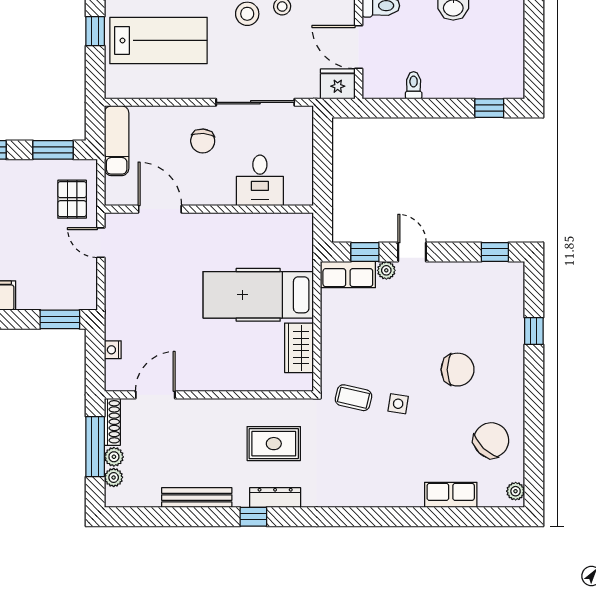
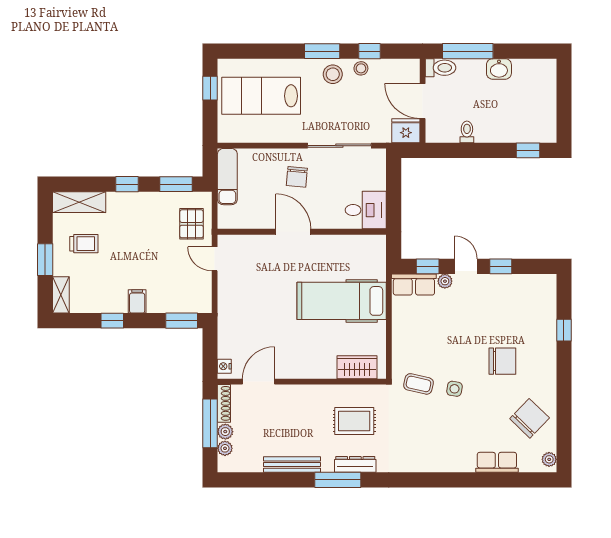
lab bench: (158, 40) -> (261, 96), turned 180
desk: (260, 180) -> (366, 210), moved, turned -90
door: (160, 209) -> (293, 232), moved
window: (495, 252) -> (501, 266), moved
wardrobe: (299, 348) -> (357, 367), moved, turned 90
nightstand: (113, 350) -> (224, 366), moved
window: (253, 517) -> (338, 480), width x2.17

